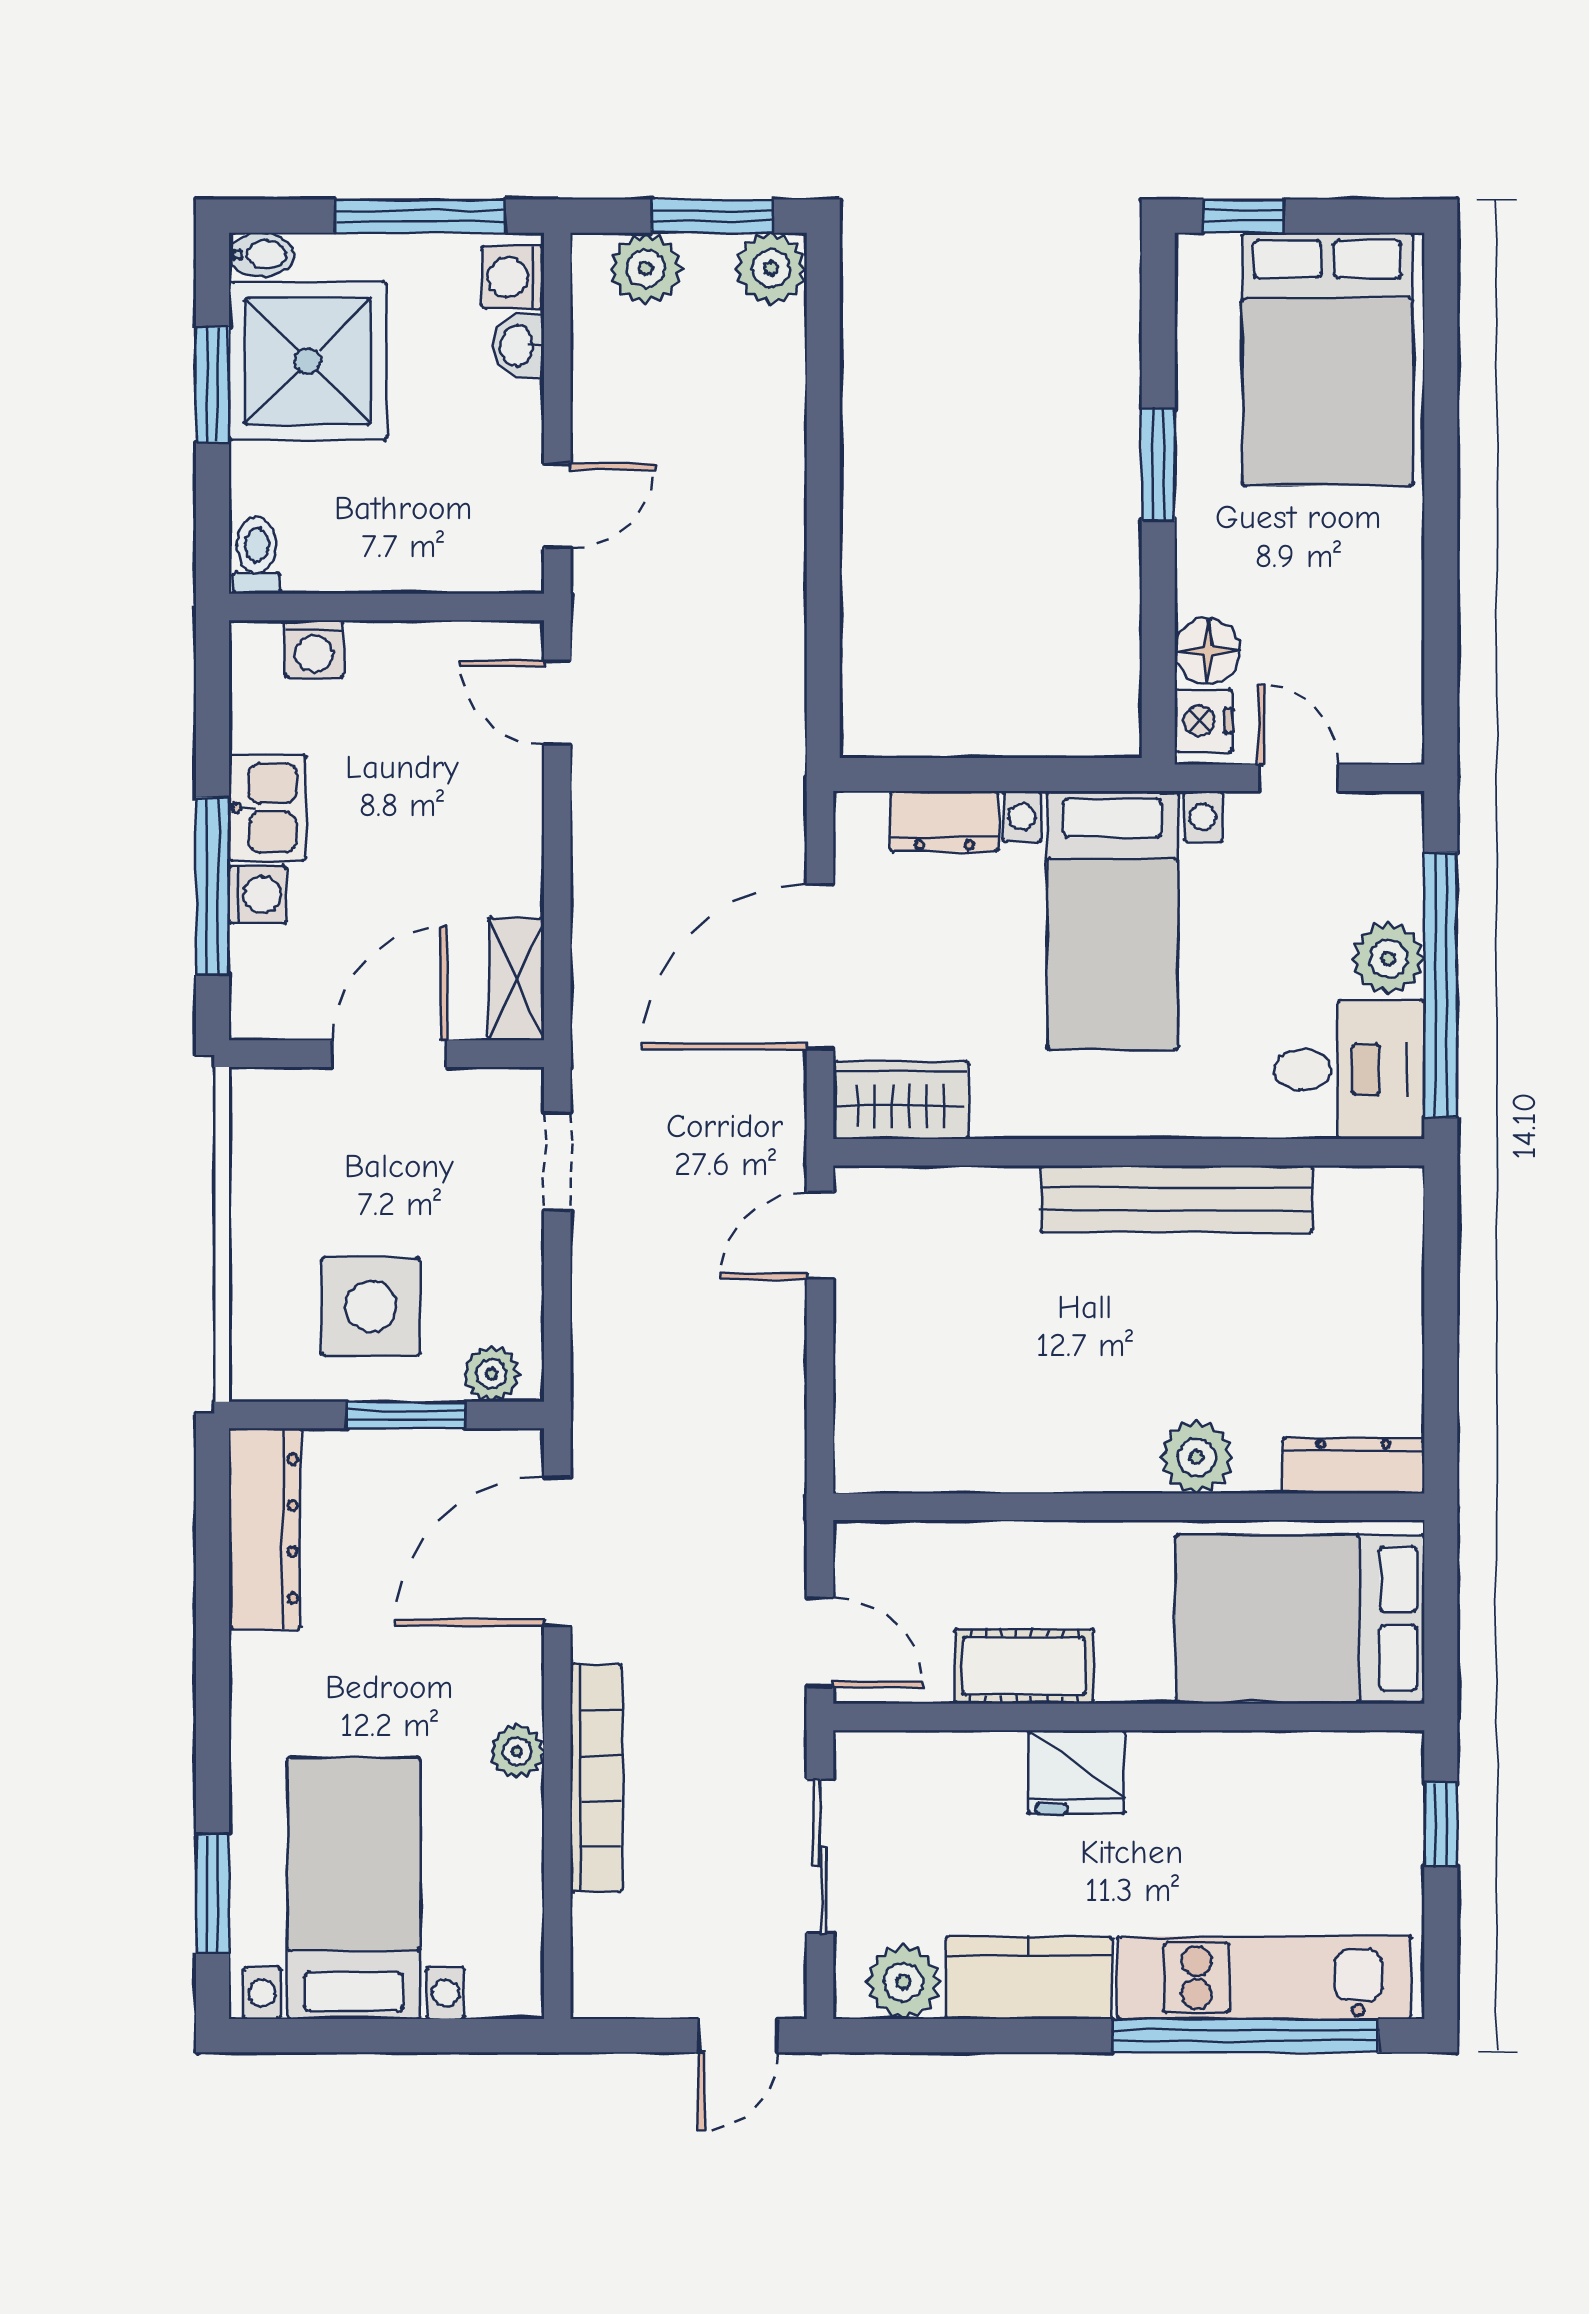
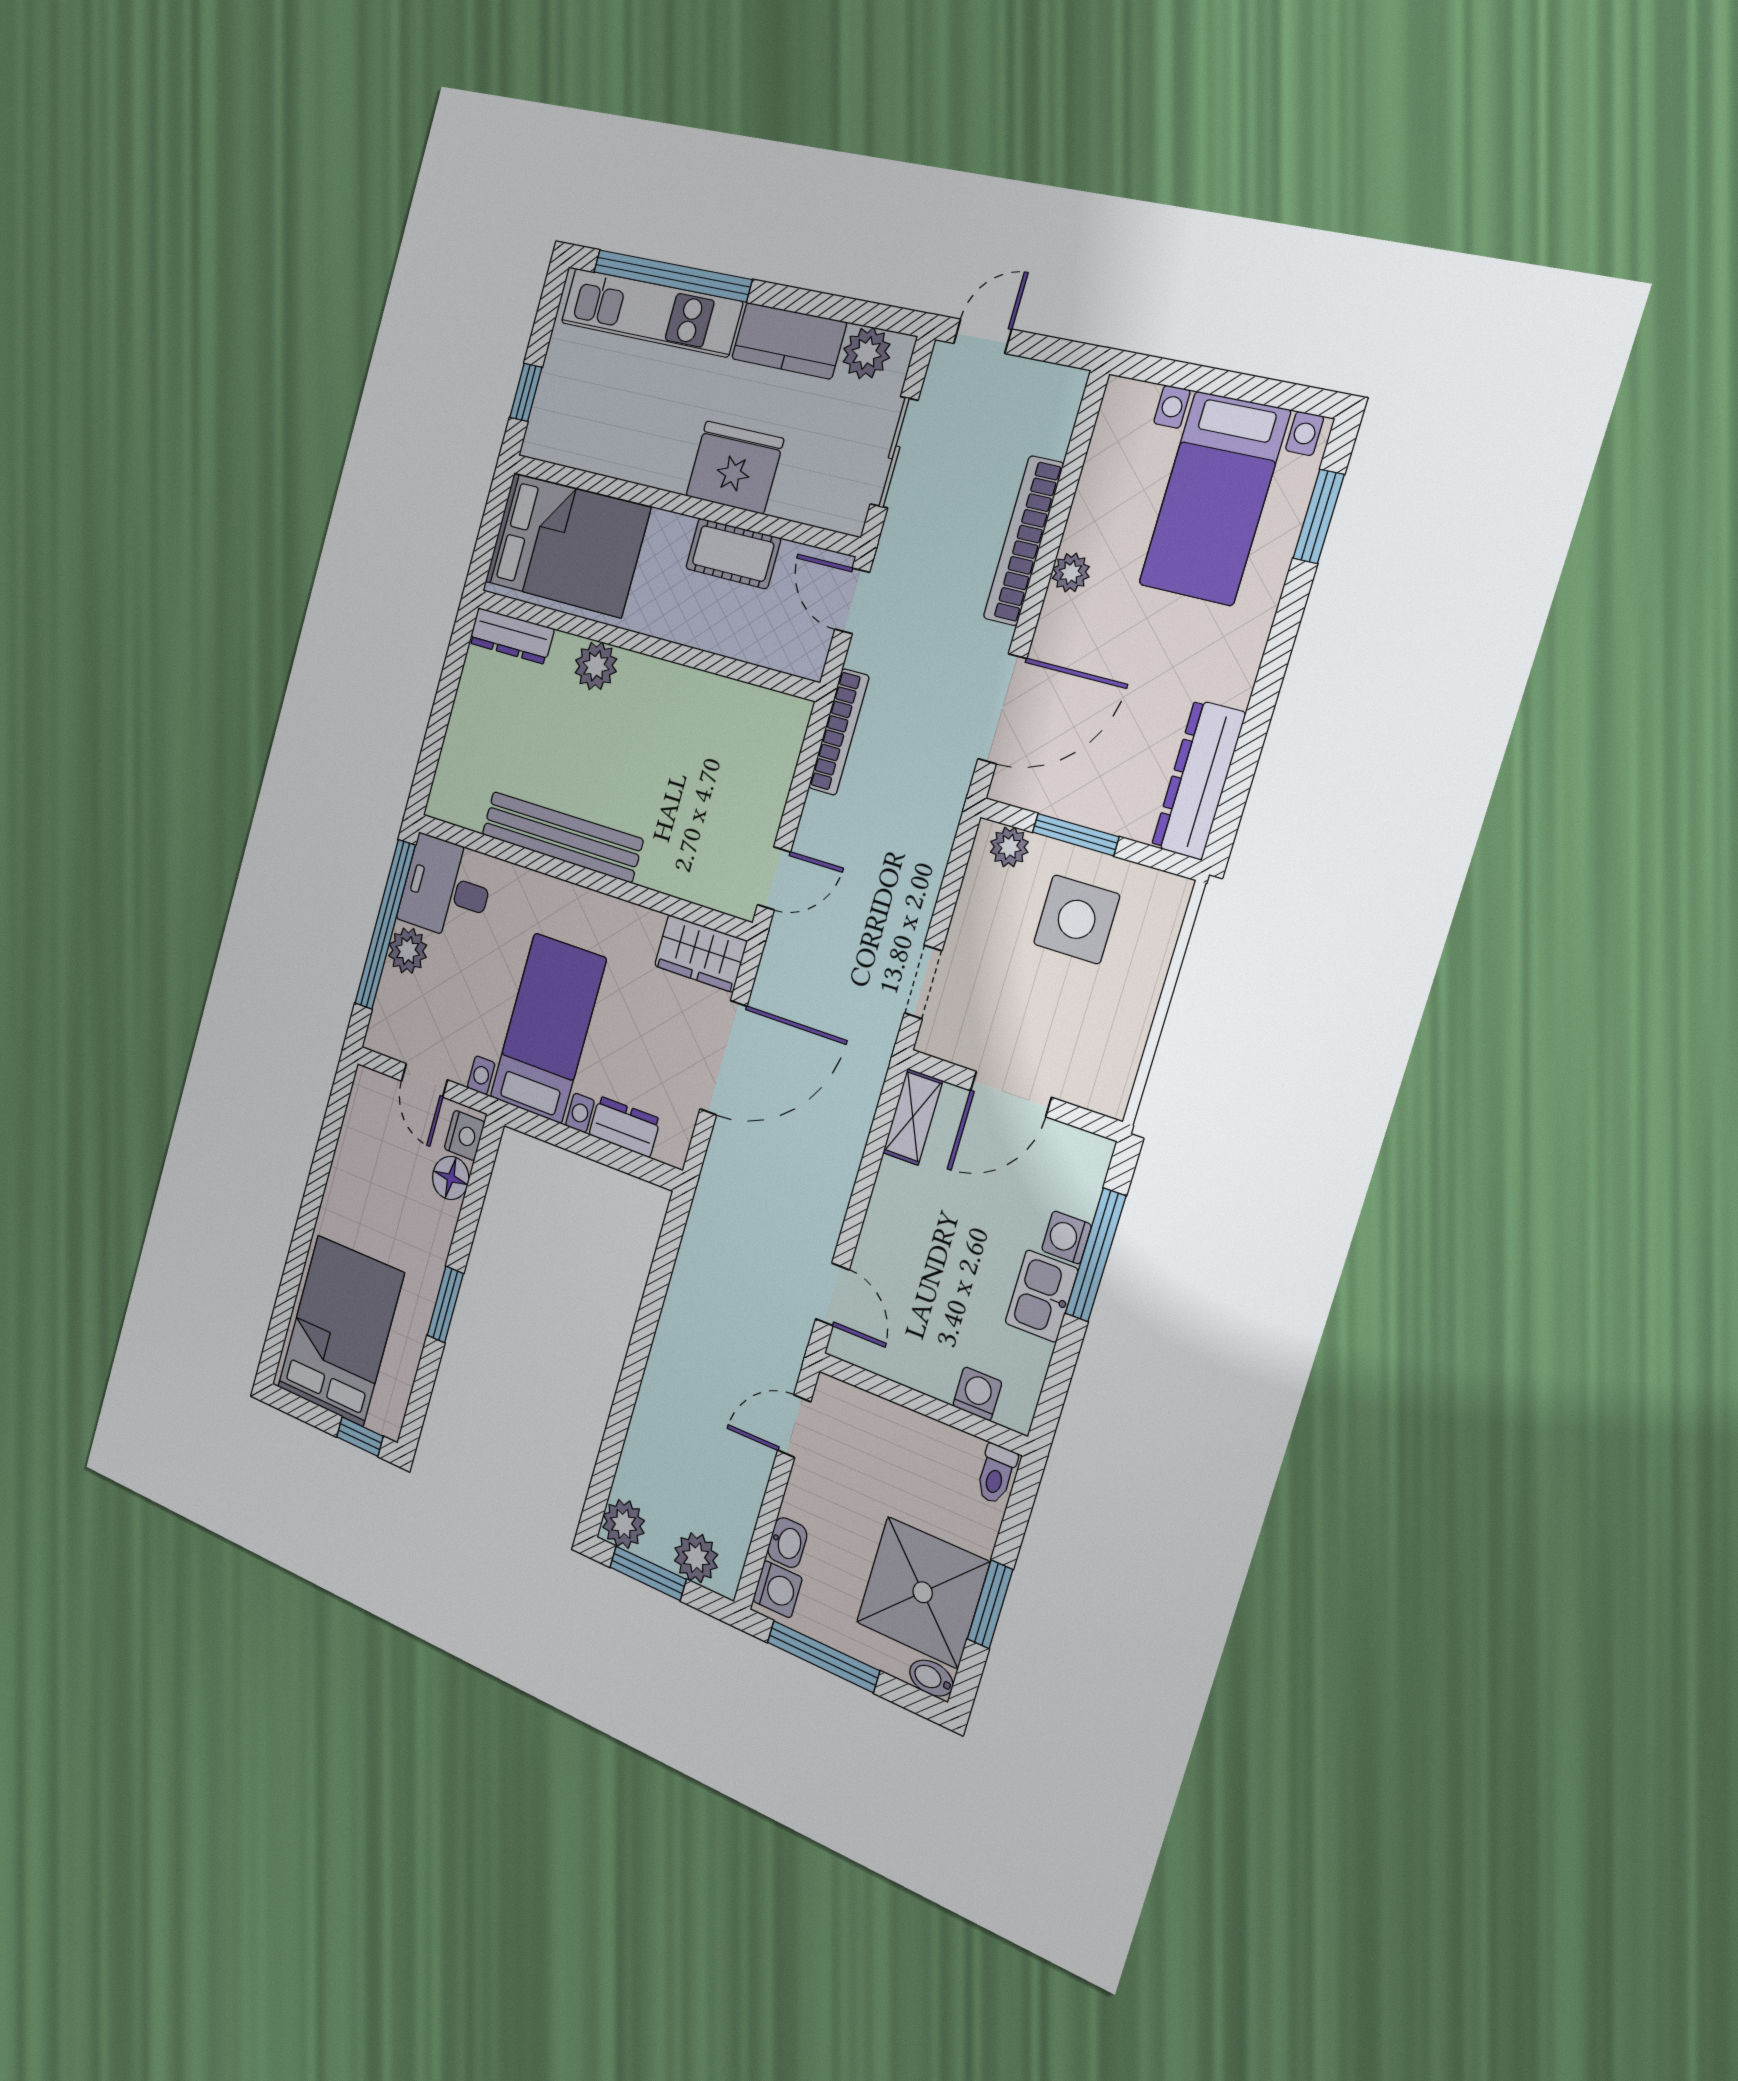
bookcase: (785, 1461) -> (839, 732), added
fridge: (1077, 1772) -> (735, 467), width x1.36, depth x1.34

